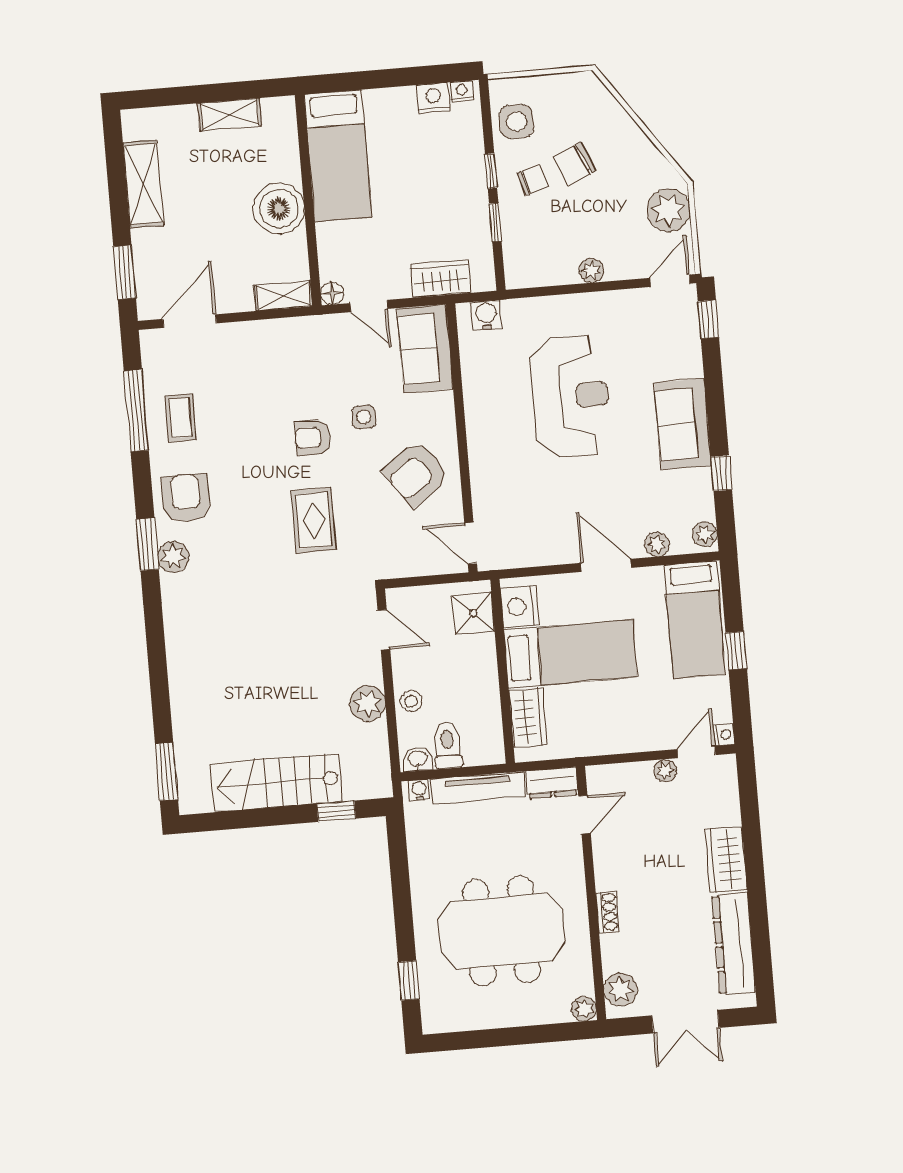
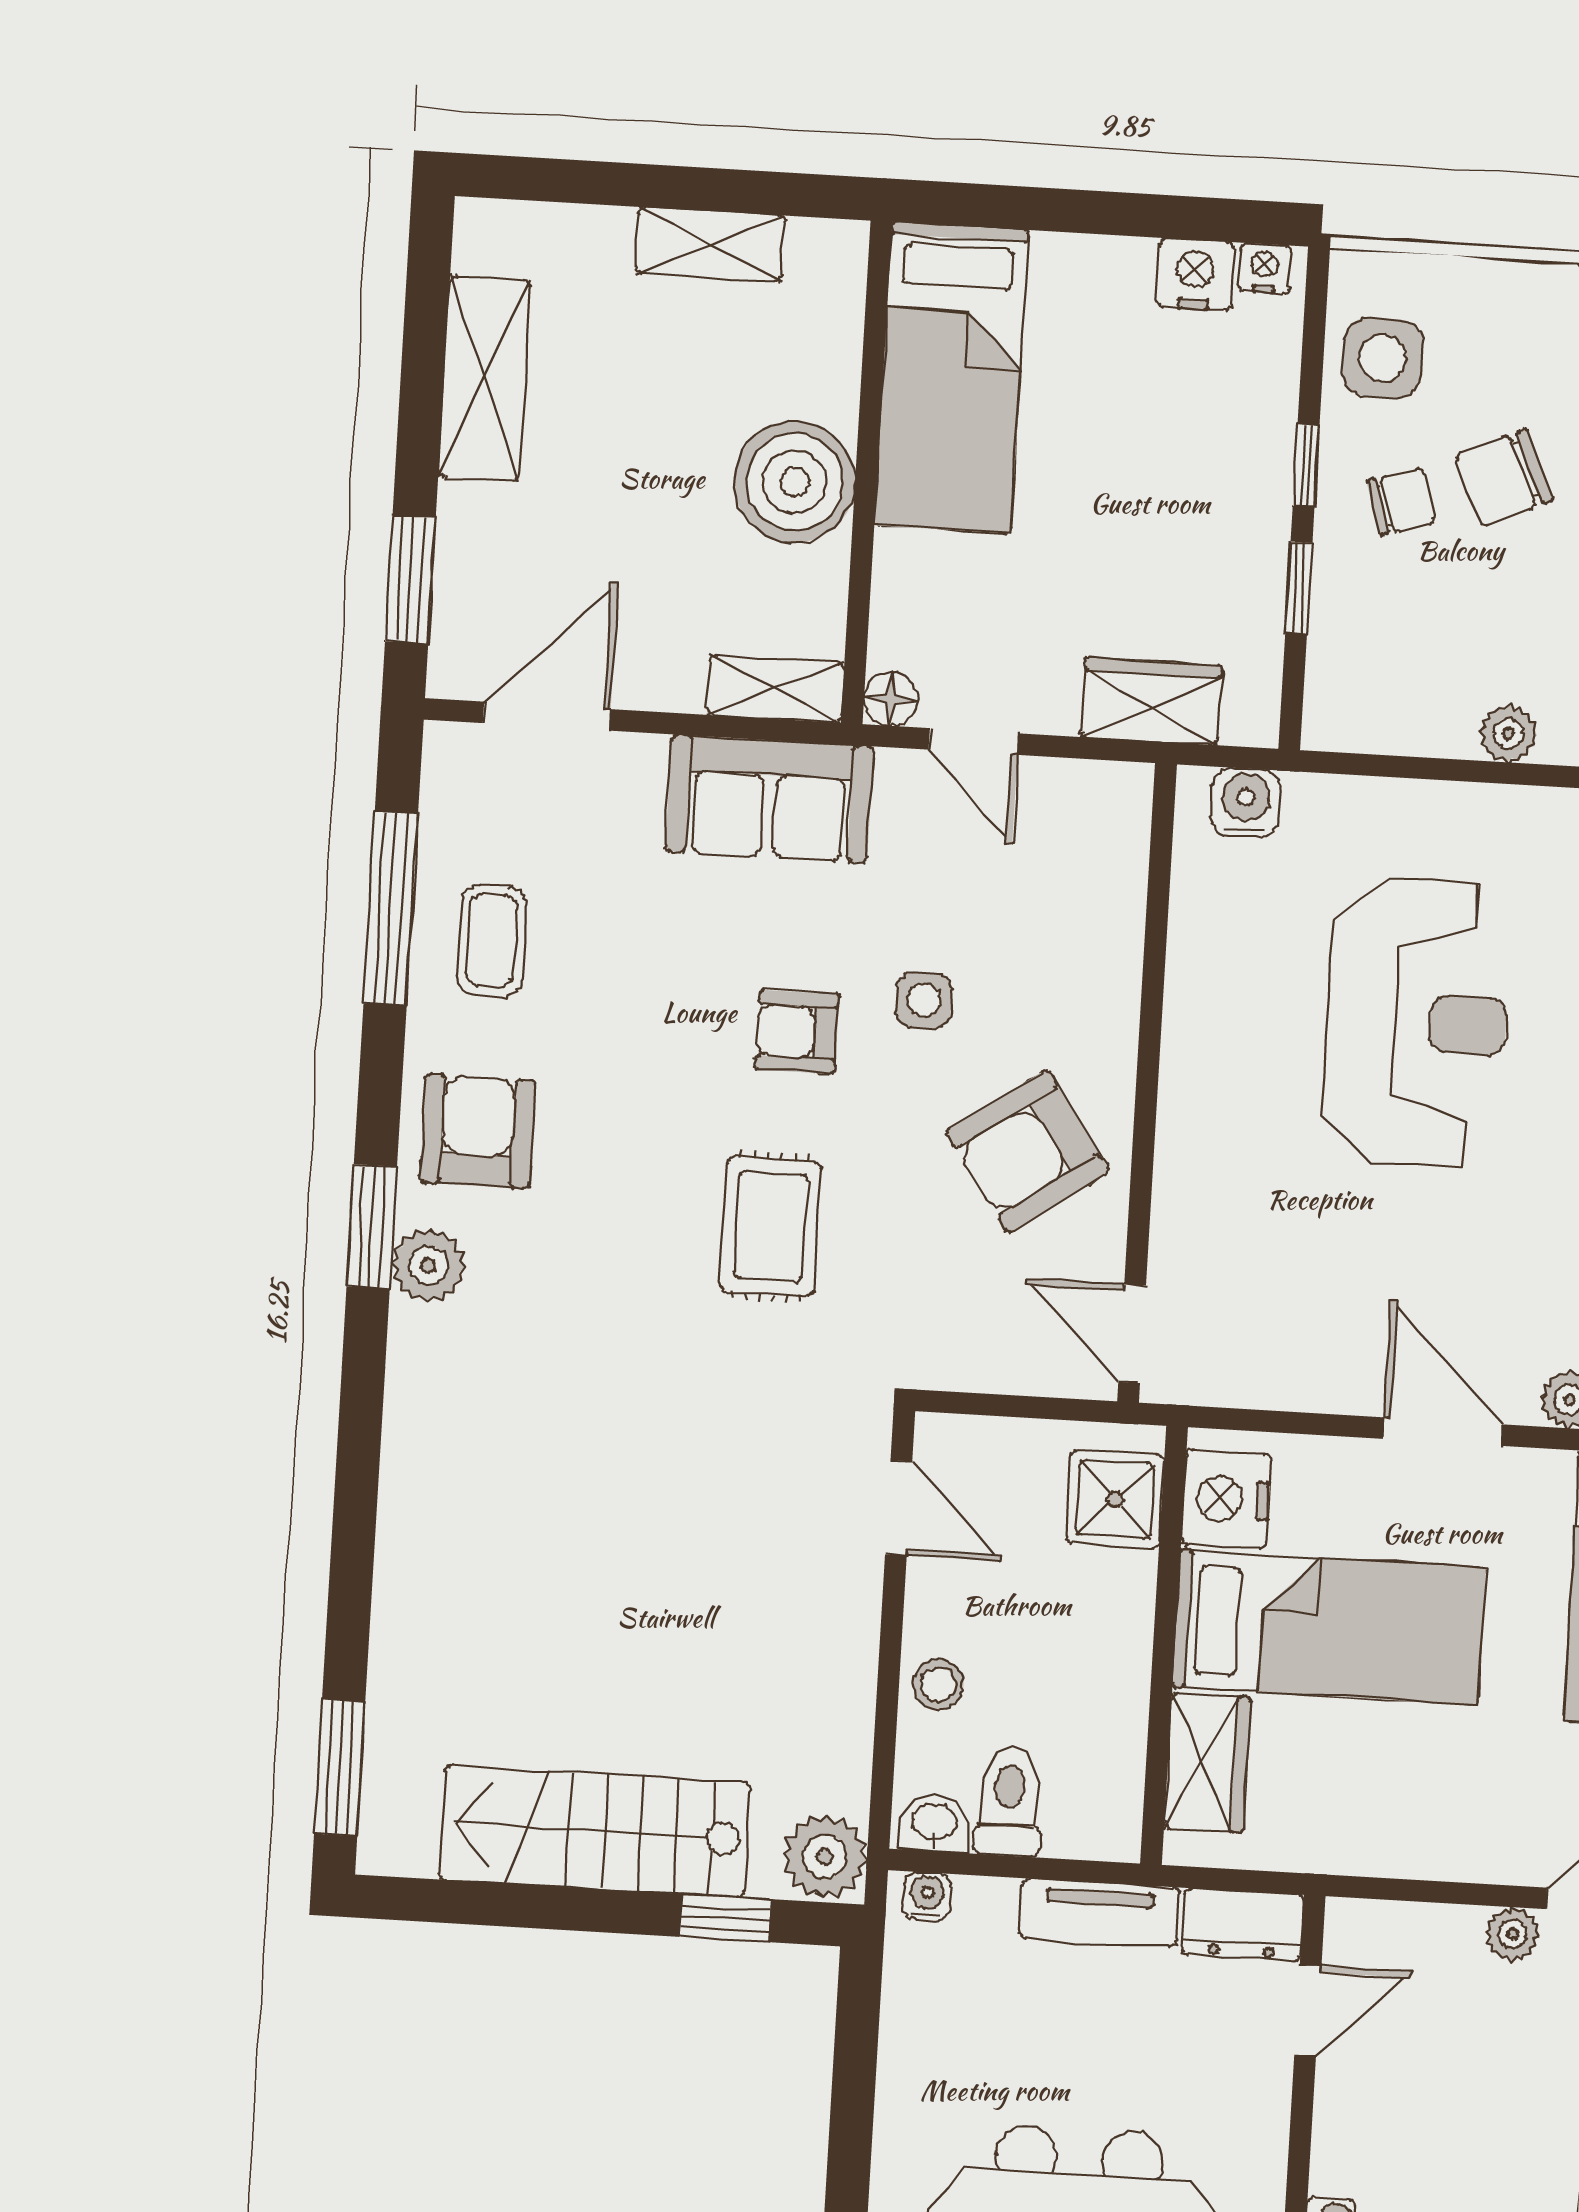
sofa: (425, 349) -> (769, 799), moved, turned -90
plant: (368, 703) -> (825, 1857), moved
tv unit: (478, 788) -> (1099, 1913), width x0.71

